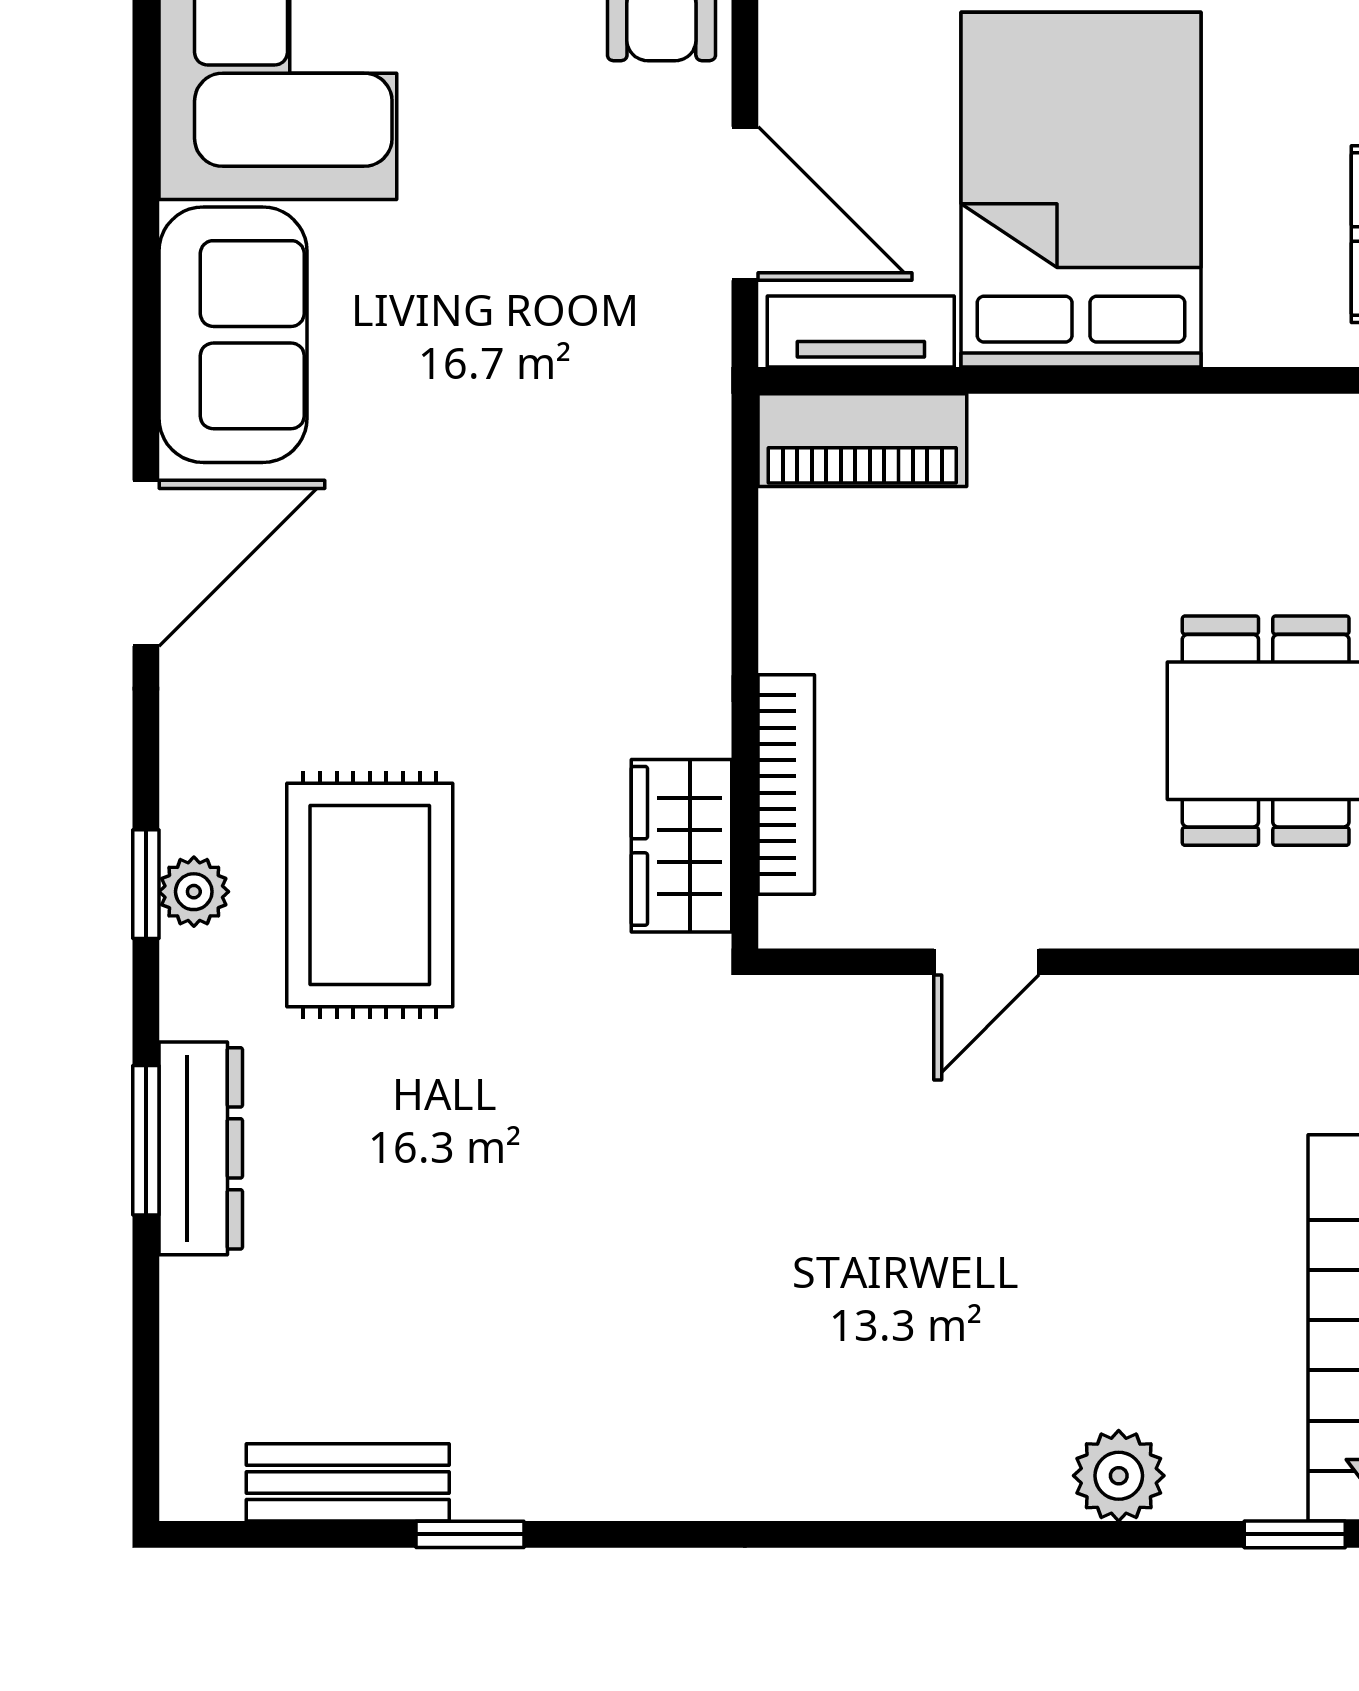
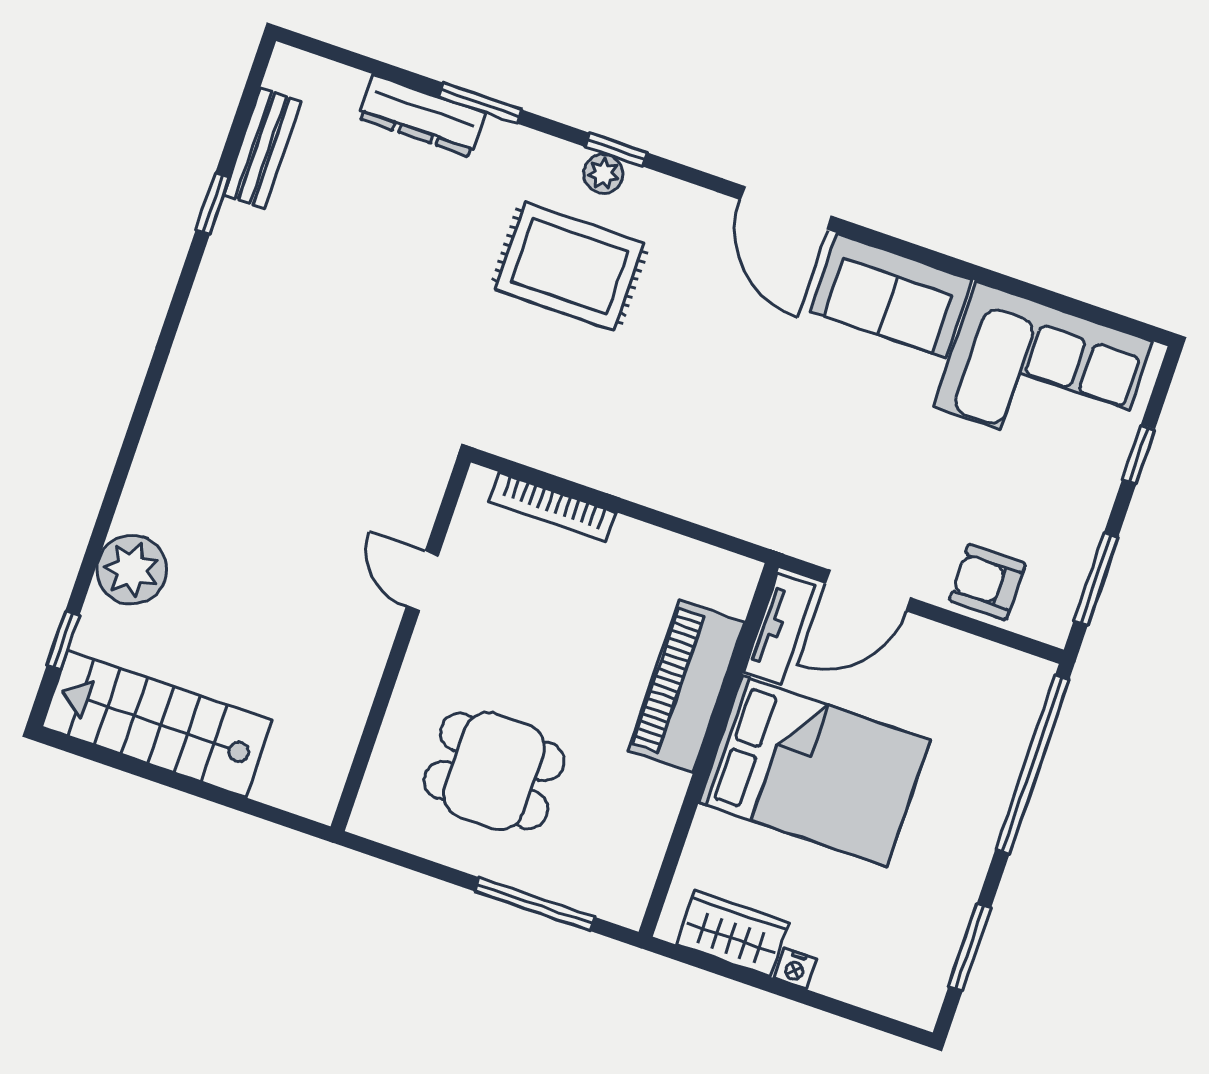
piano: (862, 440) -> (686, 686), moved, width x1.37, depth x1.33
wardrobe: (682, 846) -> (539, 440), removed
dresser: (201, 1148) -> (422, 116), moved
plant: (1119, 1476) -> (132, 570), width x1.36, depth x1.36

